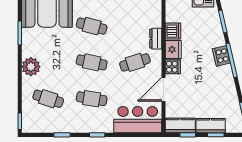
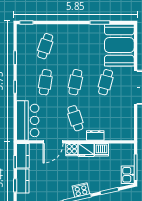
plant: (31, 67) -> (72, 32), removed
door: (163, 89) -> (53, 142), swing flipped

